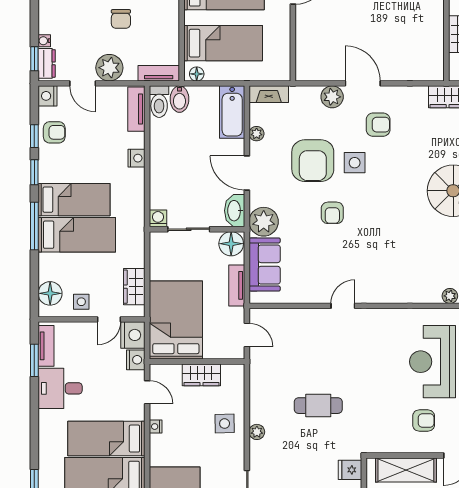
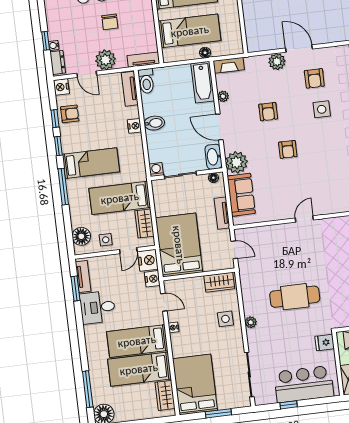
window: (34, 59) -> (46, 41), moved
floor lamp: (197, 74) -> (205, 53), moved
bidet: (179, 99) -> (154, 123), moved, turned -90
armchair: (378, 125) -> (314, 78), turned 90
armchair: (313, 161) -> (268, 112), width x0.53, depth x0.53
side table: (355, 163) -> (322, 109), moved
bed: (77, 235) -> (120, 198), moved, turned 180
floor lamp: (231, 244) -> (213, 178), width x0.53, depth x0.53
wardrobe: (201, 375) -> (219, 282), moved
cafe table: (318, 406) -> (295, 297), width x1.37, depth x1.35

